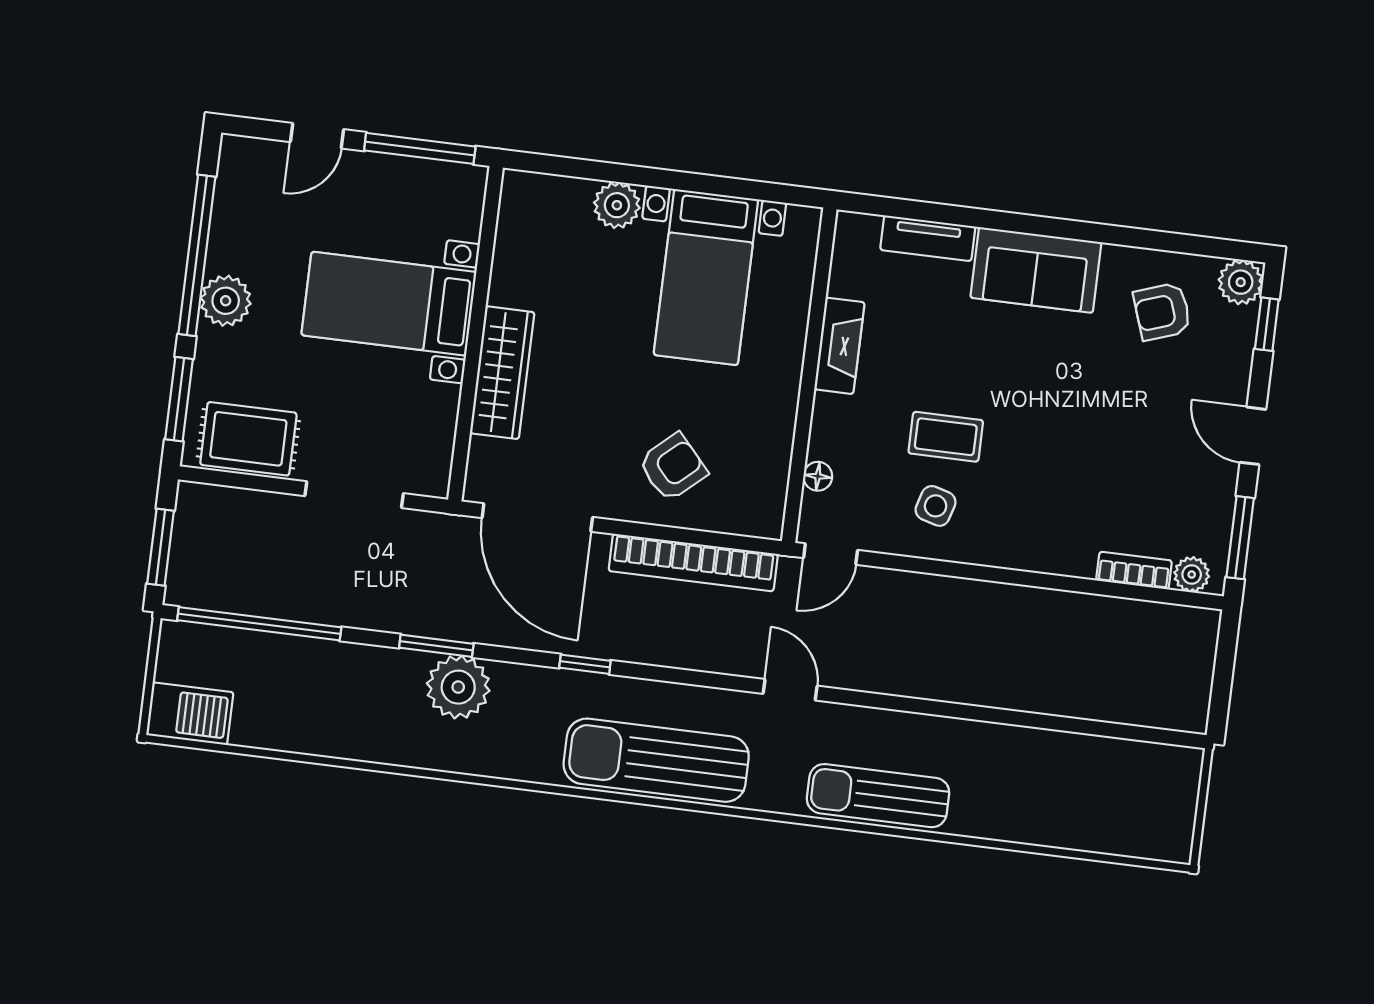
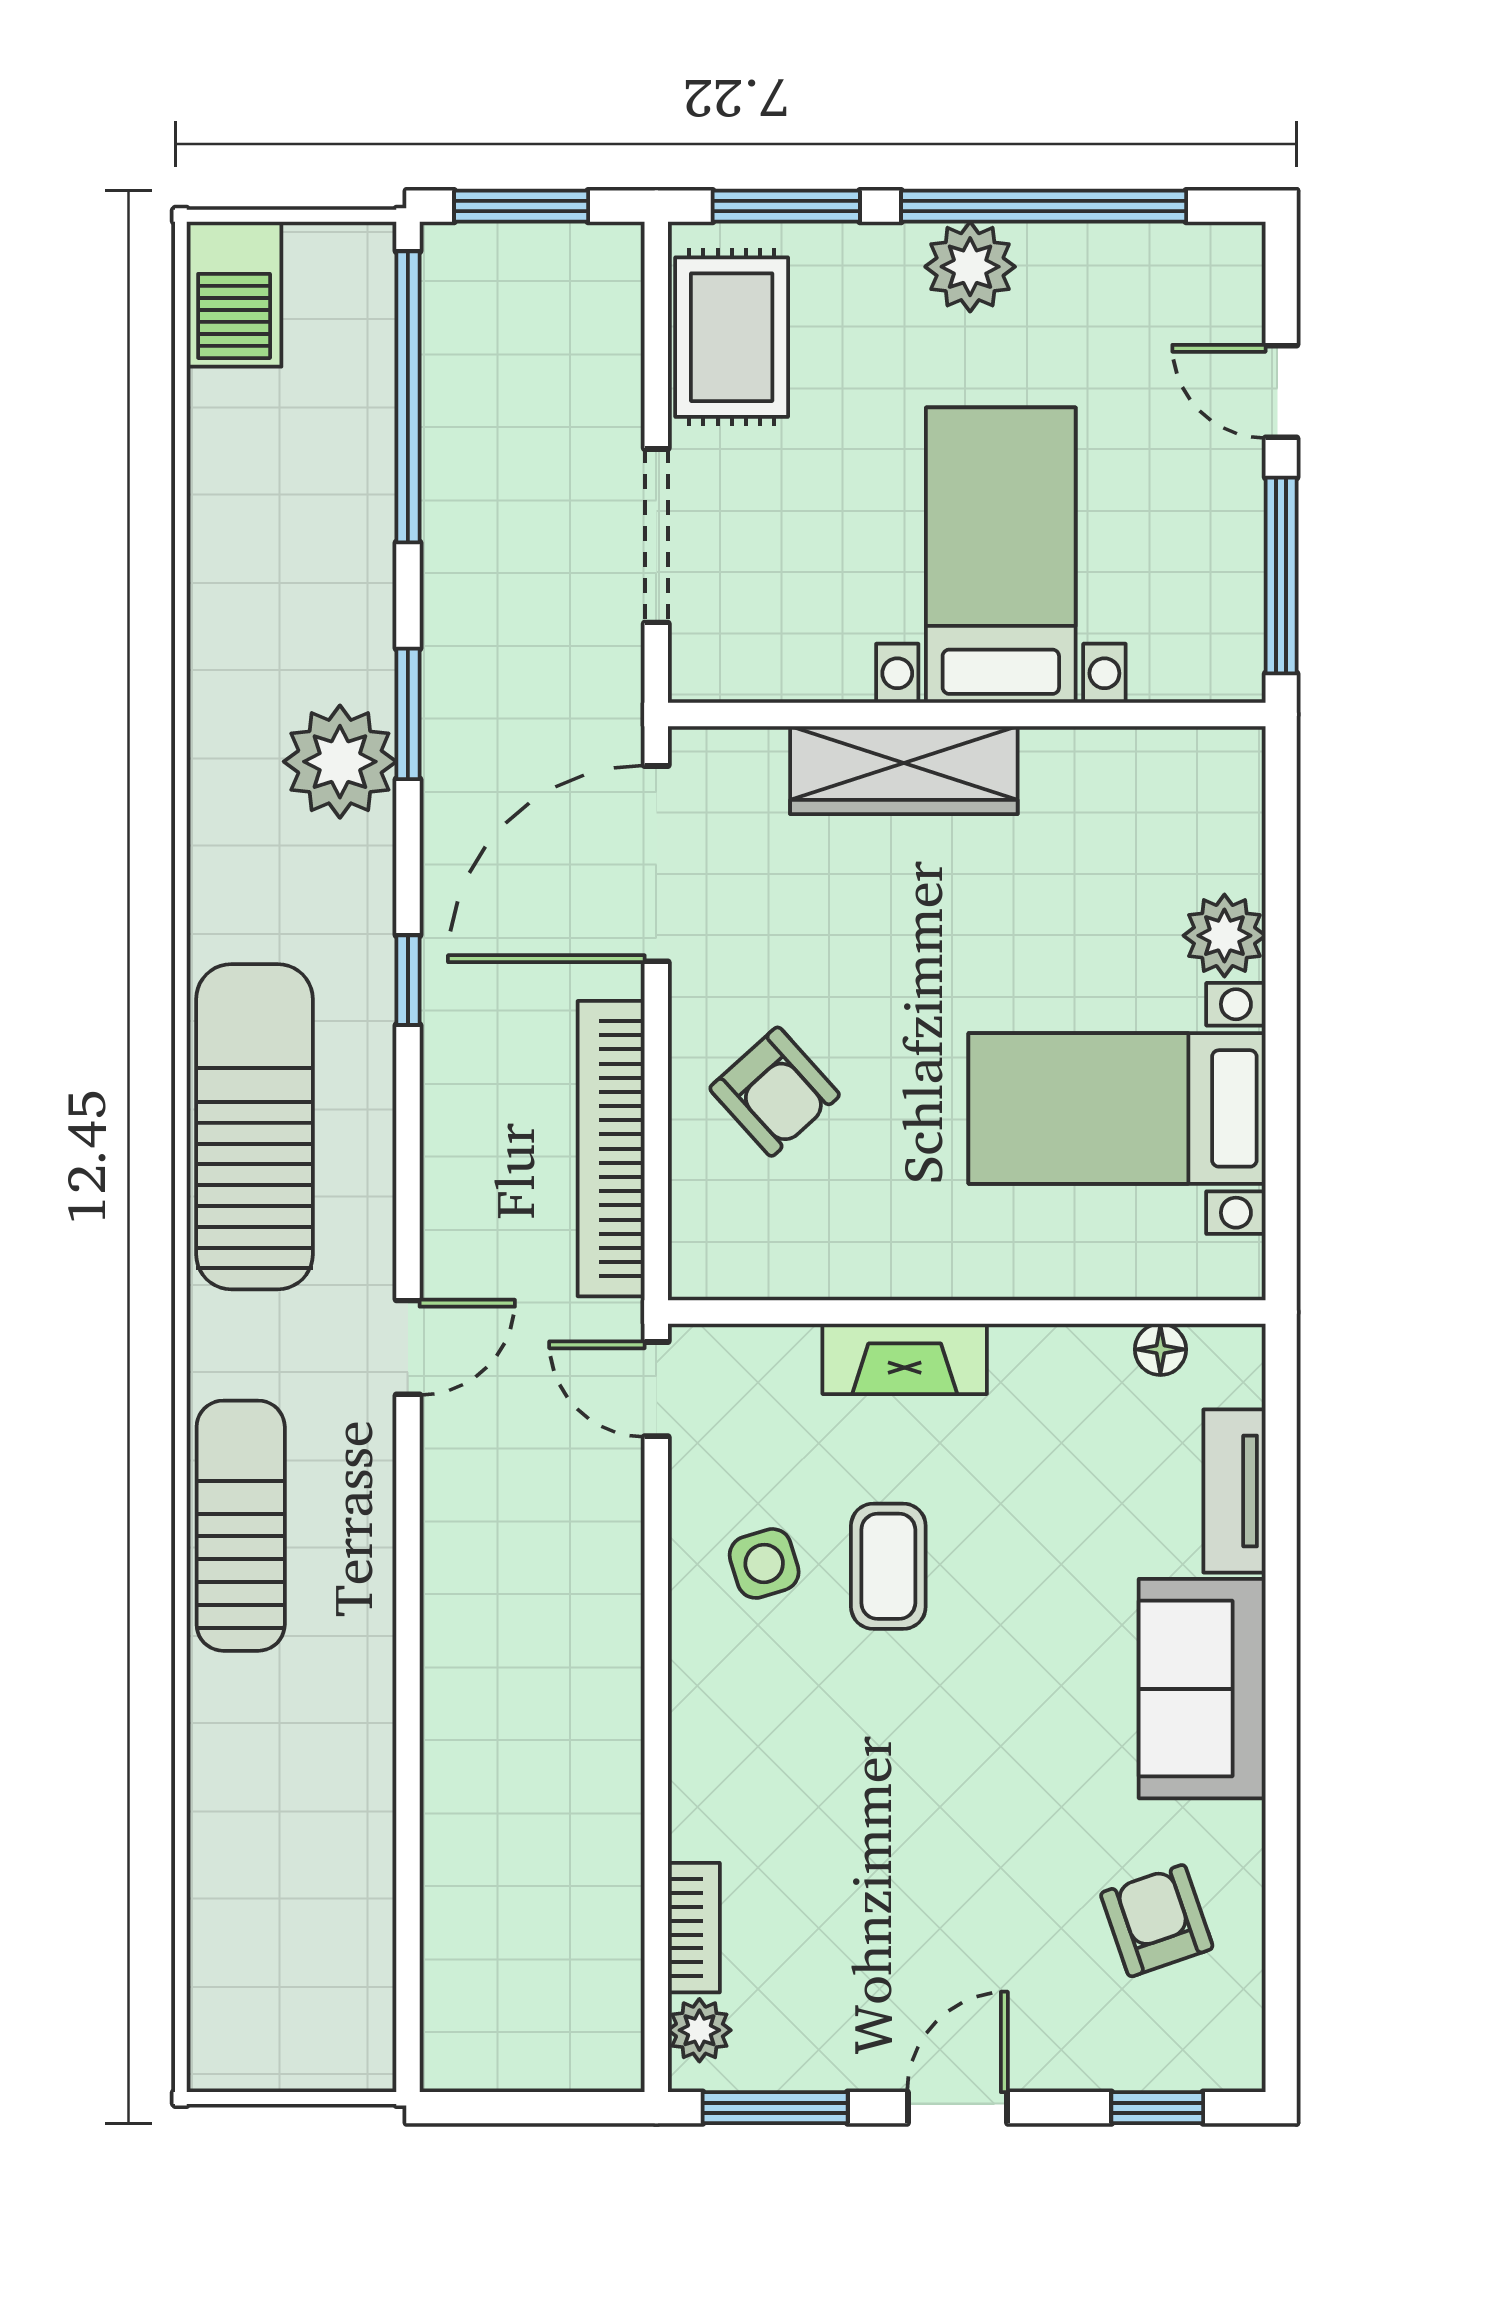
plant: (1241, 282) -> (1226, 2052), removed
fireplace: (839, 346) -> (905, 1359), moved
floor lamp: (818, 476) -> (1160, 1349), moved
side table: (936, 506) -> (764, 1563), turned -33

